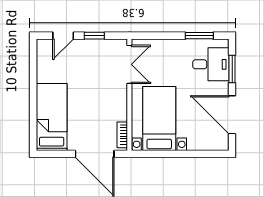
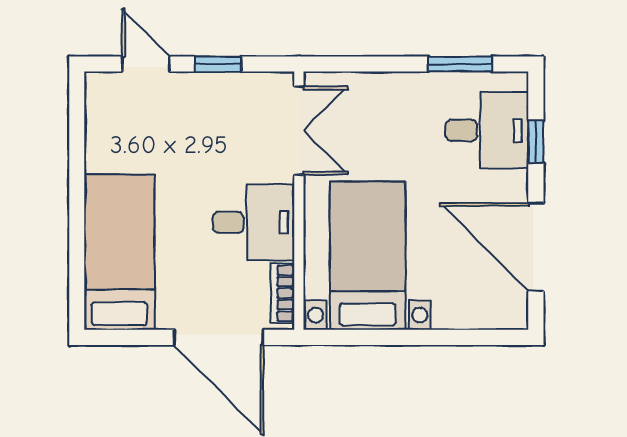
door: (63, 36) -> (146, 64), swing flipped
window: (232, 69) -> (536, 142), width x0.67
desk: (110, 104) -> (254, 222), added

